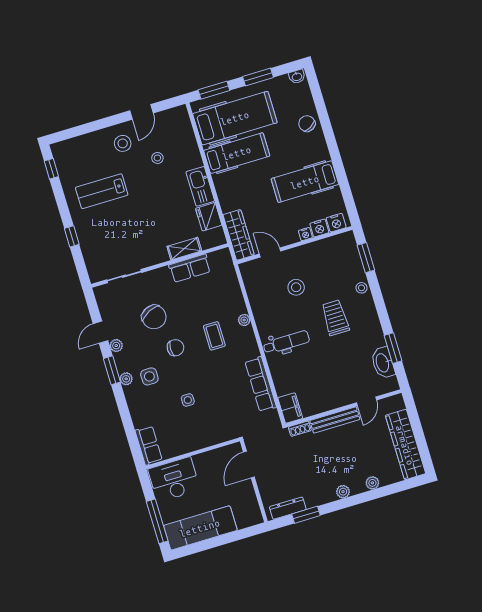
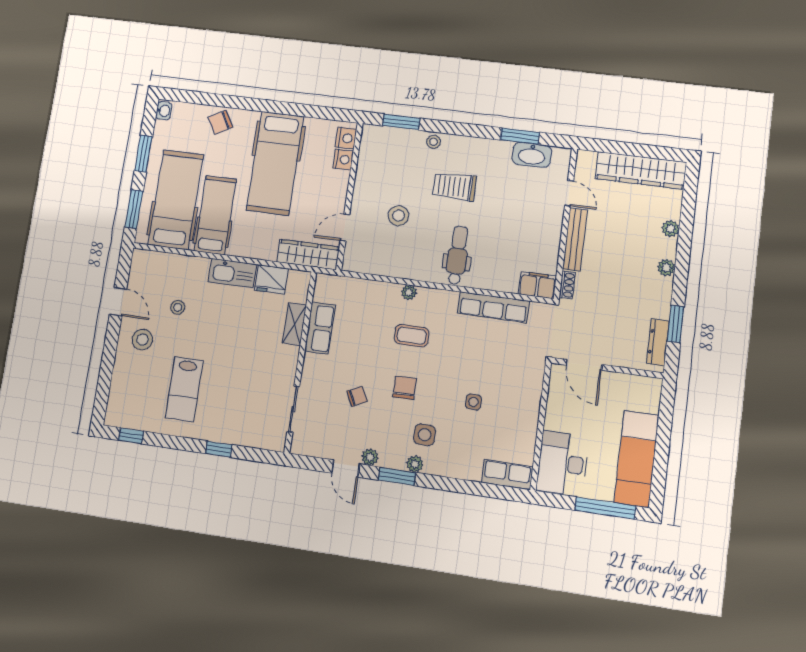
hospital bed: (305, 182) -> (275, 163), width x1.37, depth x1.29
nightstand: (305, 234) -> (343, 178), removed
chair: (154, 317) -> (357, 396), width x0.54, depth x0.54

